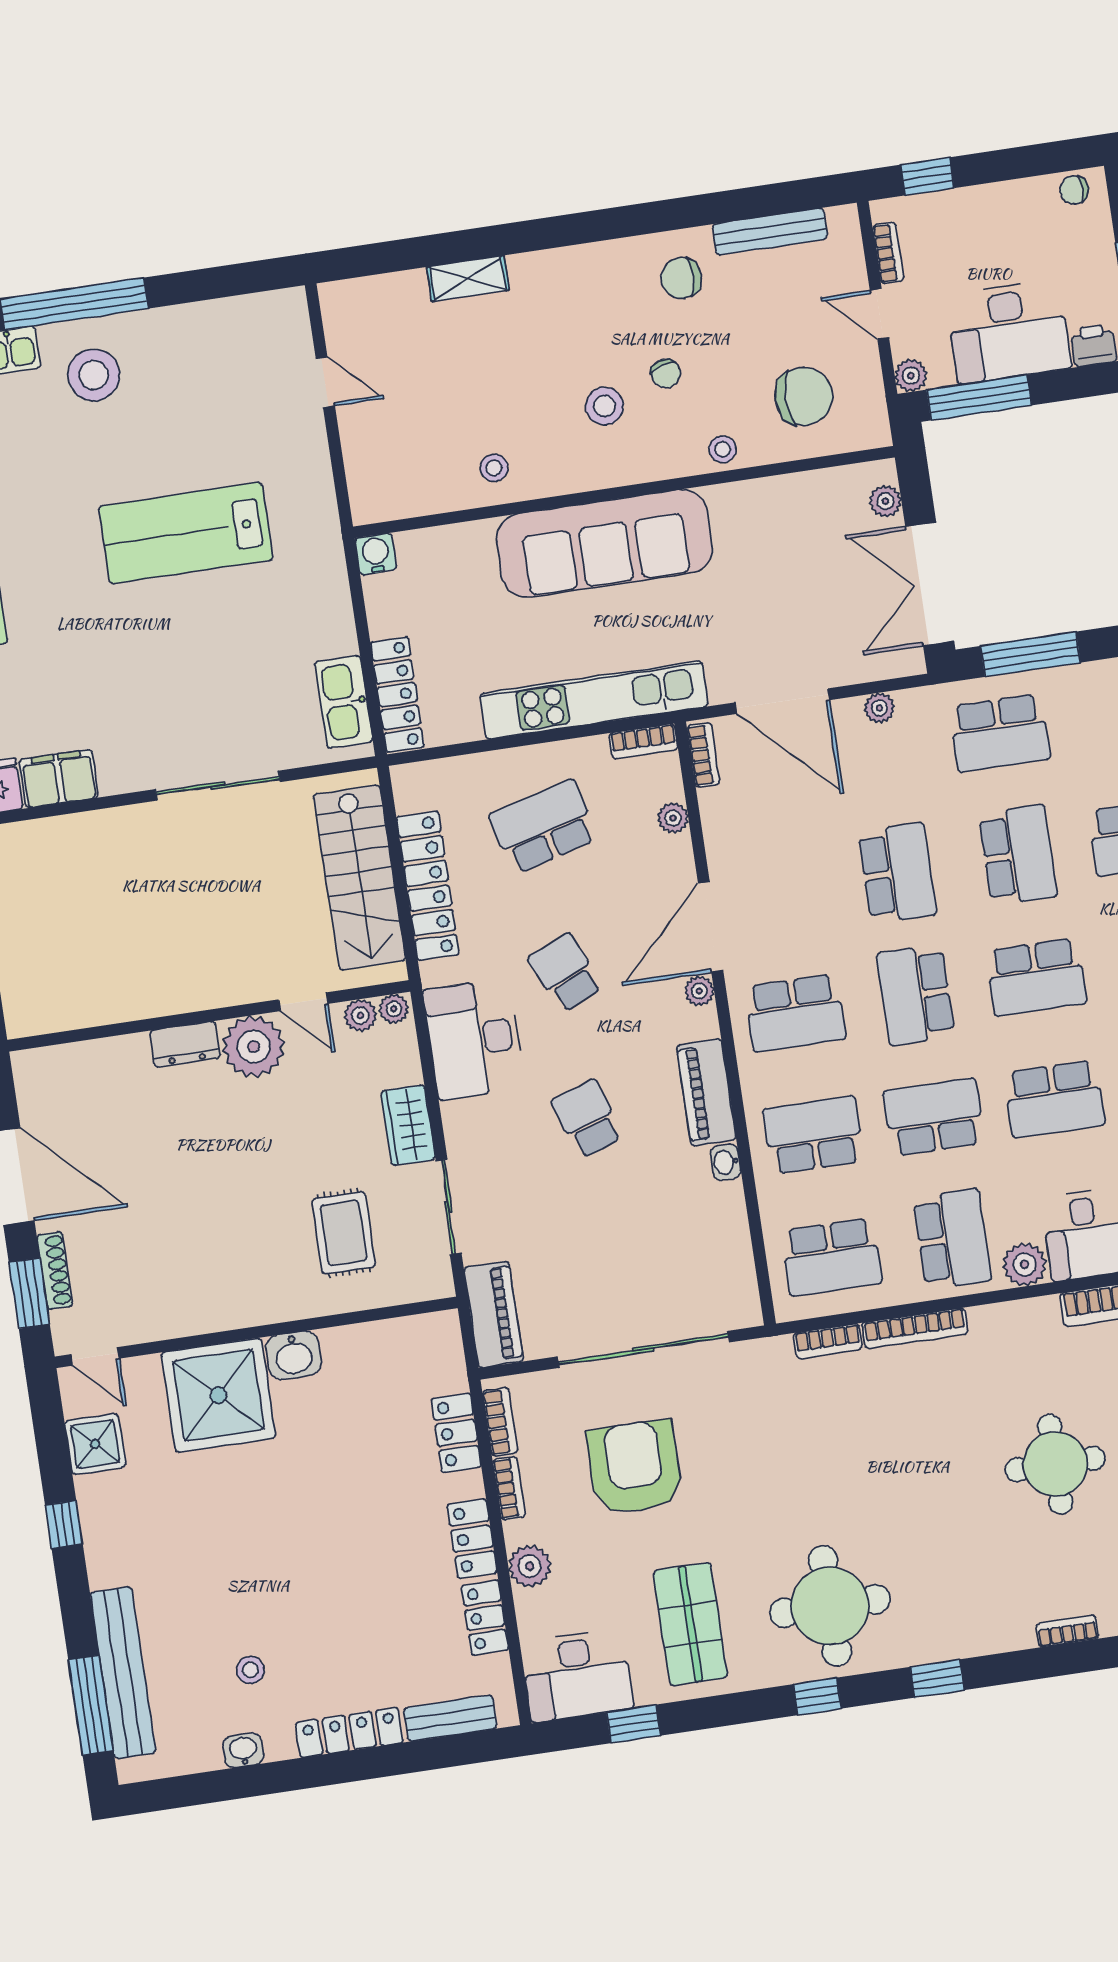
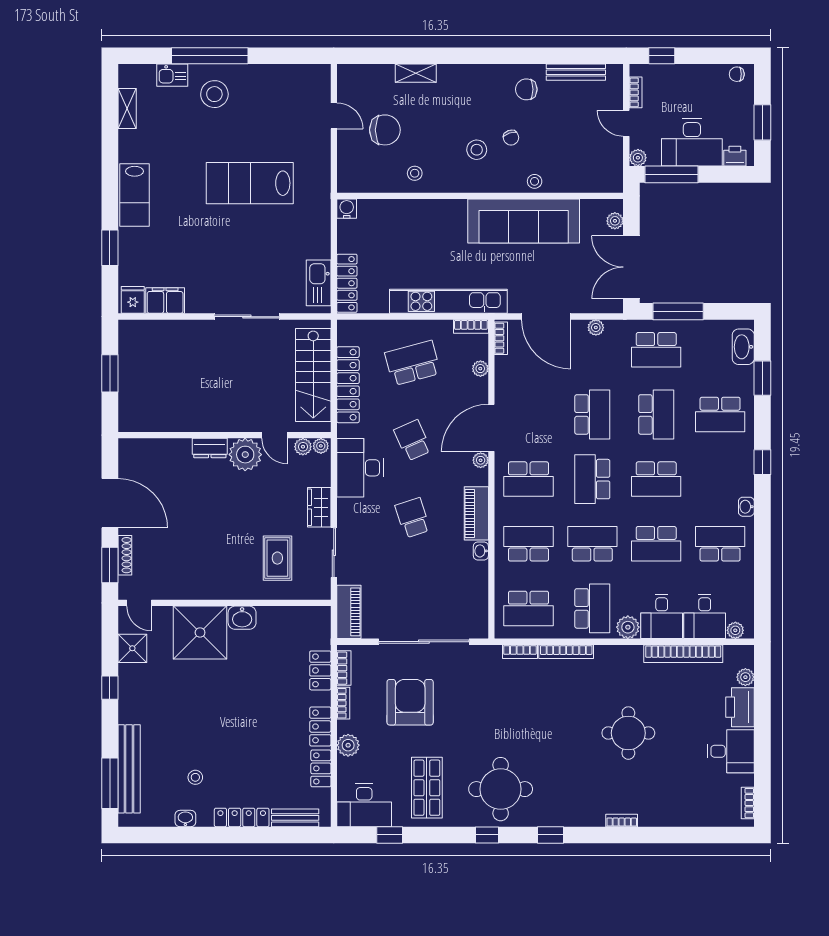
chair: (804, 396) -> (385, 130), moved
sofa: (604, 544) -> (524, 221), moved

